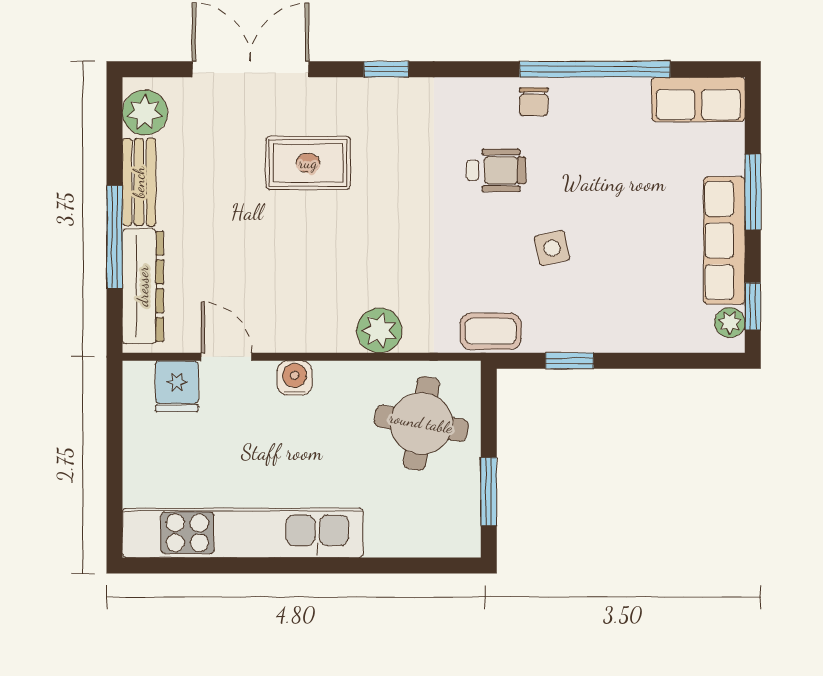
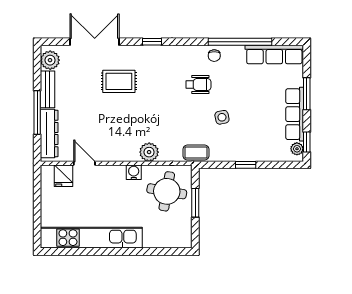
row of seats: (698, 99) -> (274, 55), width x1.48
window: (570, 361) -> (246, 165), moved
water cooler: (295, 378) -> (134, 172), moved
window: (489, 492) -> (195, 203), moved

